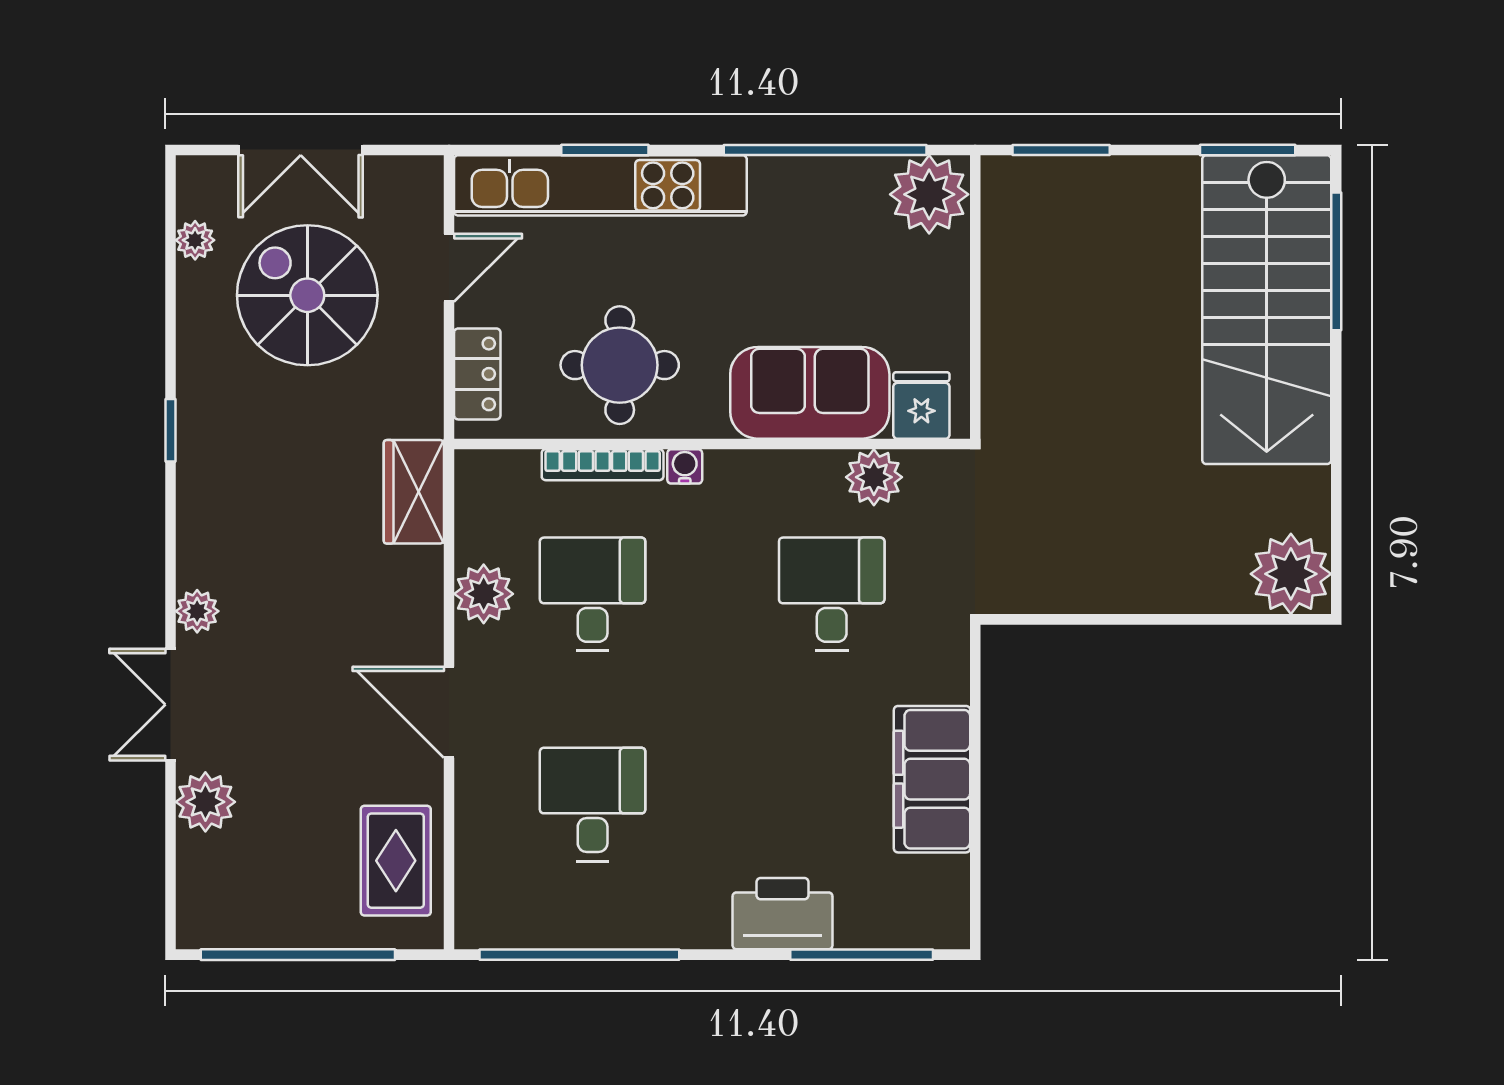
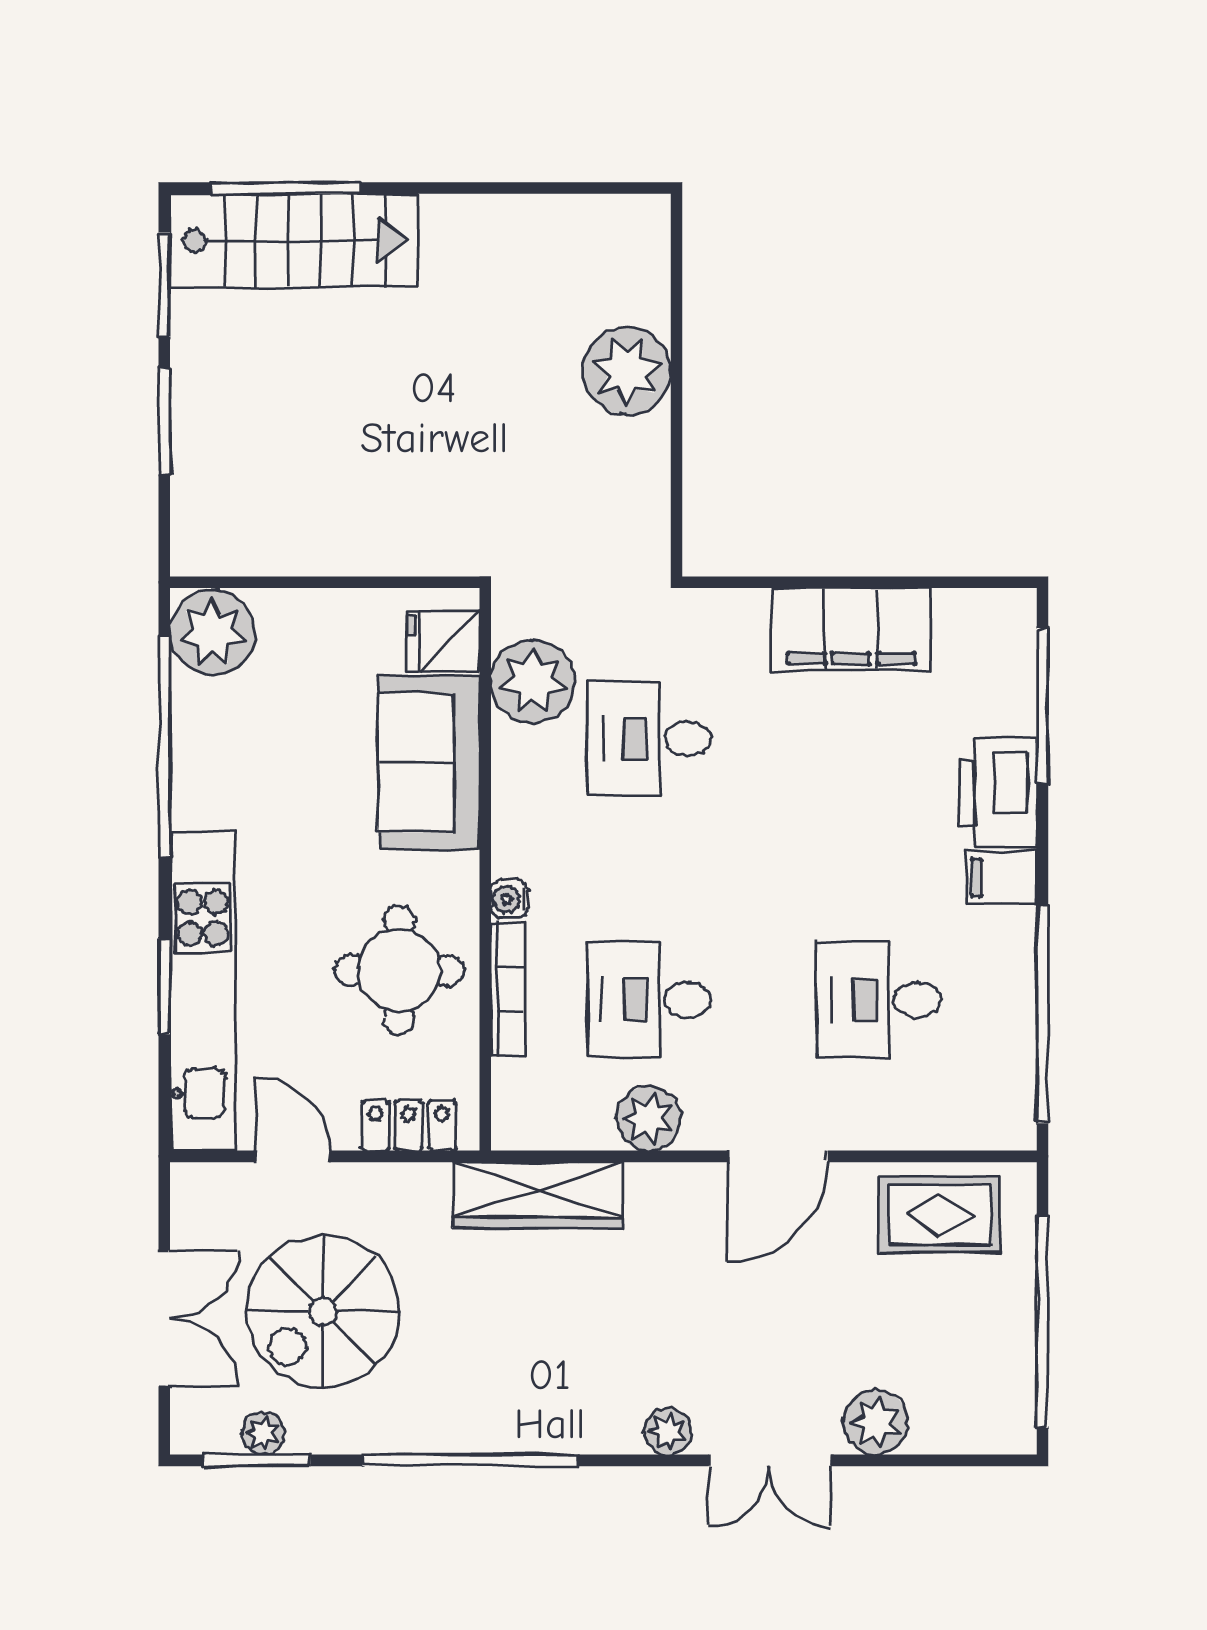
window: (1061, 150) -> (164, 421), moved
window: (171, 235) -> (257, 1460), added
stairs: (1267, 310) -> (294, 240), width x0.73, depth x0.66
window: (171, 430) -> (470, 1460), width x3.17
plant: (874, 477) -> (533, 681), width x1.36, depth x1.36
wardrobe: (414, 492) -> (537, 1195), width x1.50
plant: (1291, 574) -> (627, 371), moved
filing cabinet: (704, 917) -> (1001, 878), added

